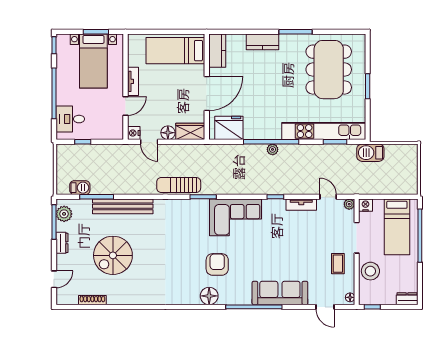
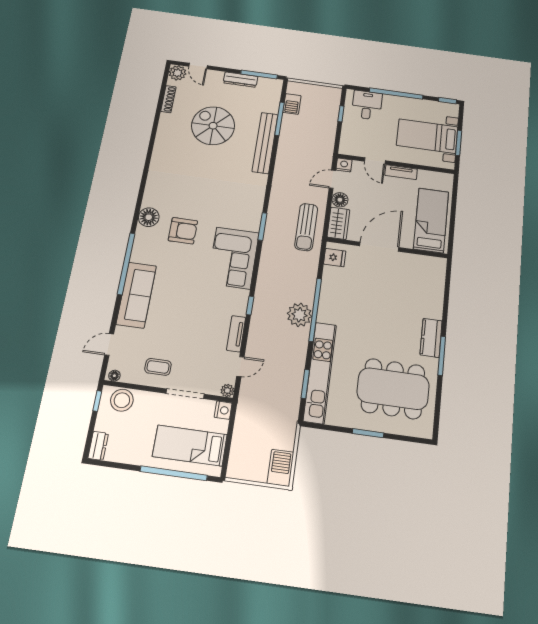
kitchen counter: (263, 42) -> (431, 338), moved
kitchen counter: (217, 51) -> (427, 265), removed
door: (207, 94) -> (379, 247), swing flipped
fridge: (229, 128) -> (335, 258), width x0.53, depth x0.75
plant: (273, 149) -> (299, 315), width x1.88, depth x1.88
barbecue: (370, 153) -> (280, 468), moved
sun lounger: (179, 185) -> (306, 227), moved, turned 180
plant: (64, 214) -> (178, 73), moved
dresser: (62, 243) -> (240, 80), width x1.44
stool: (370, 271) -> (122, 400), moved

